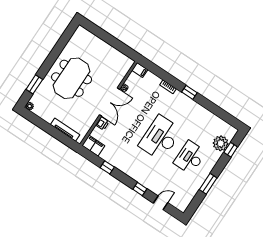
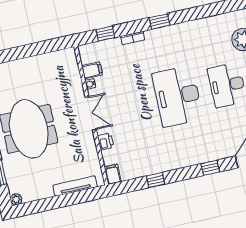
filing cabinet: (140, 70) -> (92, 70), moved
window: (157, 71) -> (105, 33), added
double door: (109, 102) -> (91, 113), width x0.73
filing cabinet: (93, 146) -> (113, 174), width x0.50

